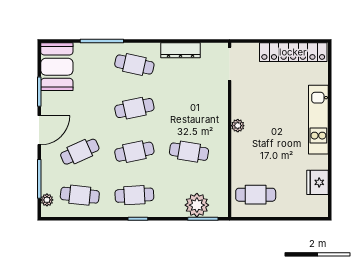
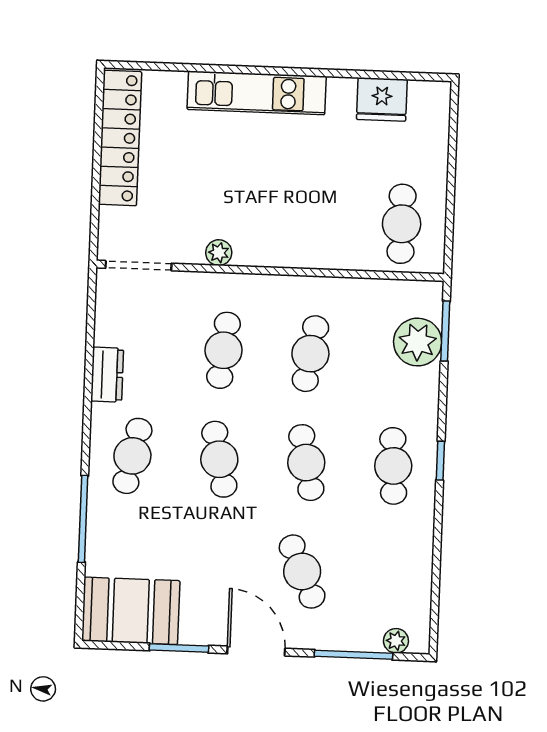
dresser: (181, 50) -> (107, 375), width x0.70
plant: (238, 126) -> (219, 253), moved
cafe table: (80, 195) -> (224, 350), moved

